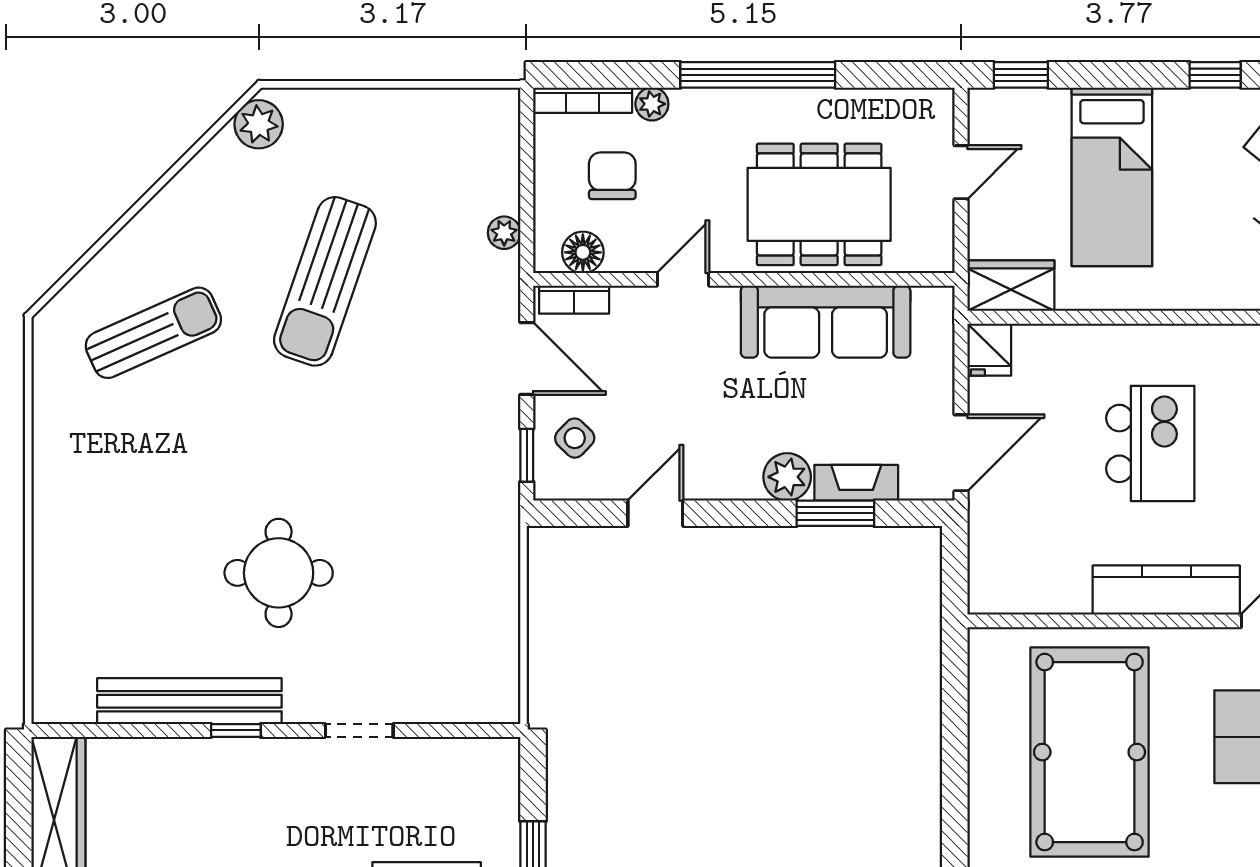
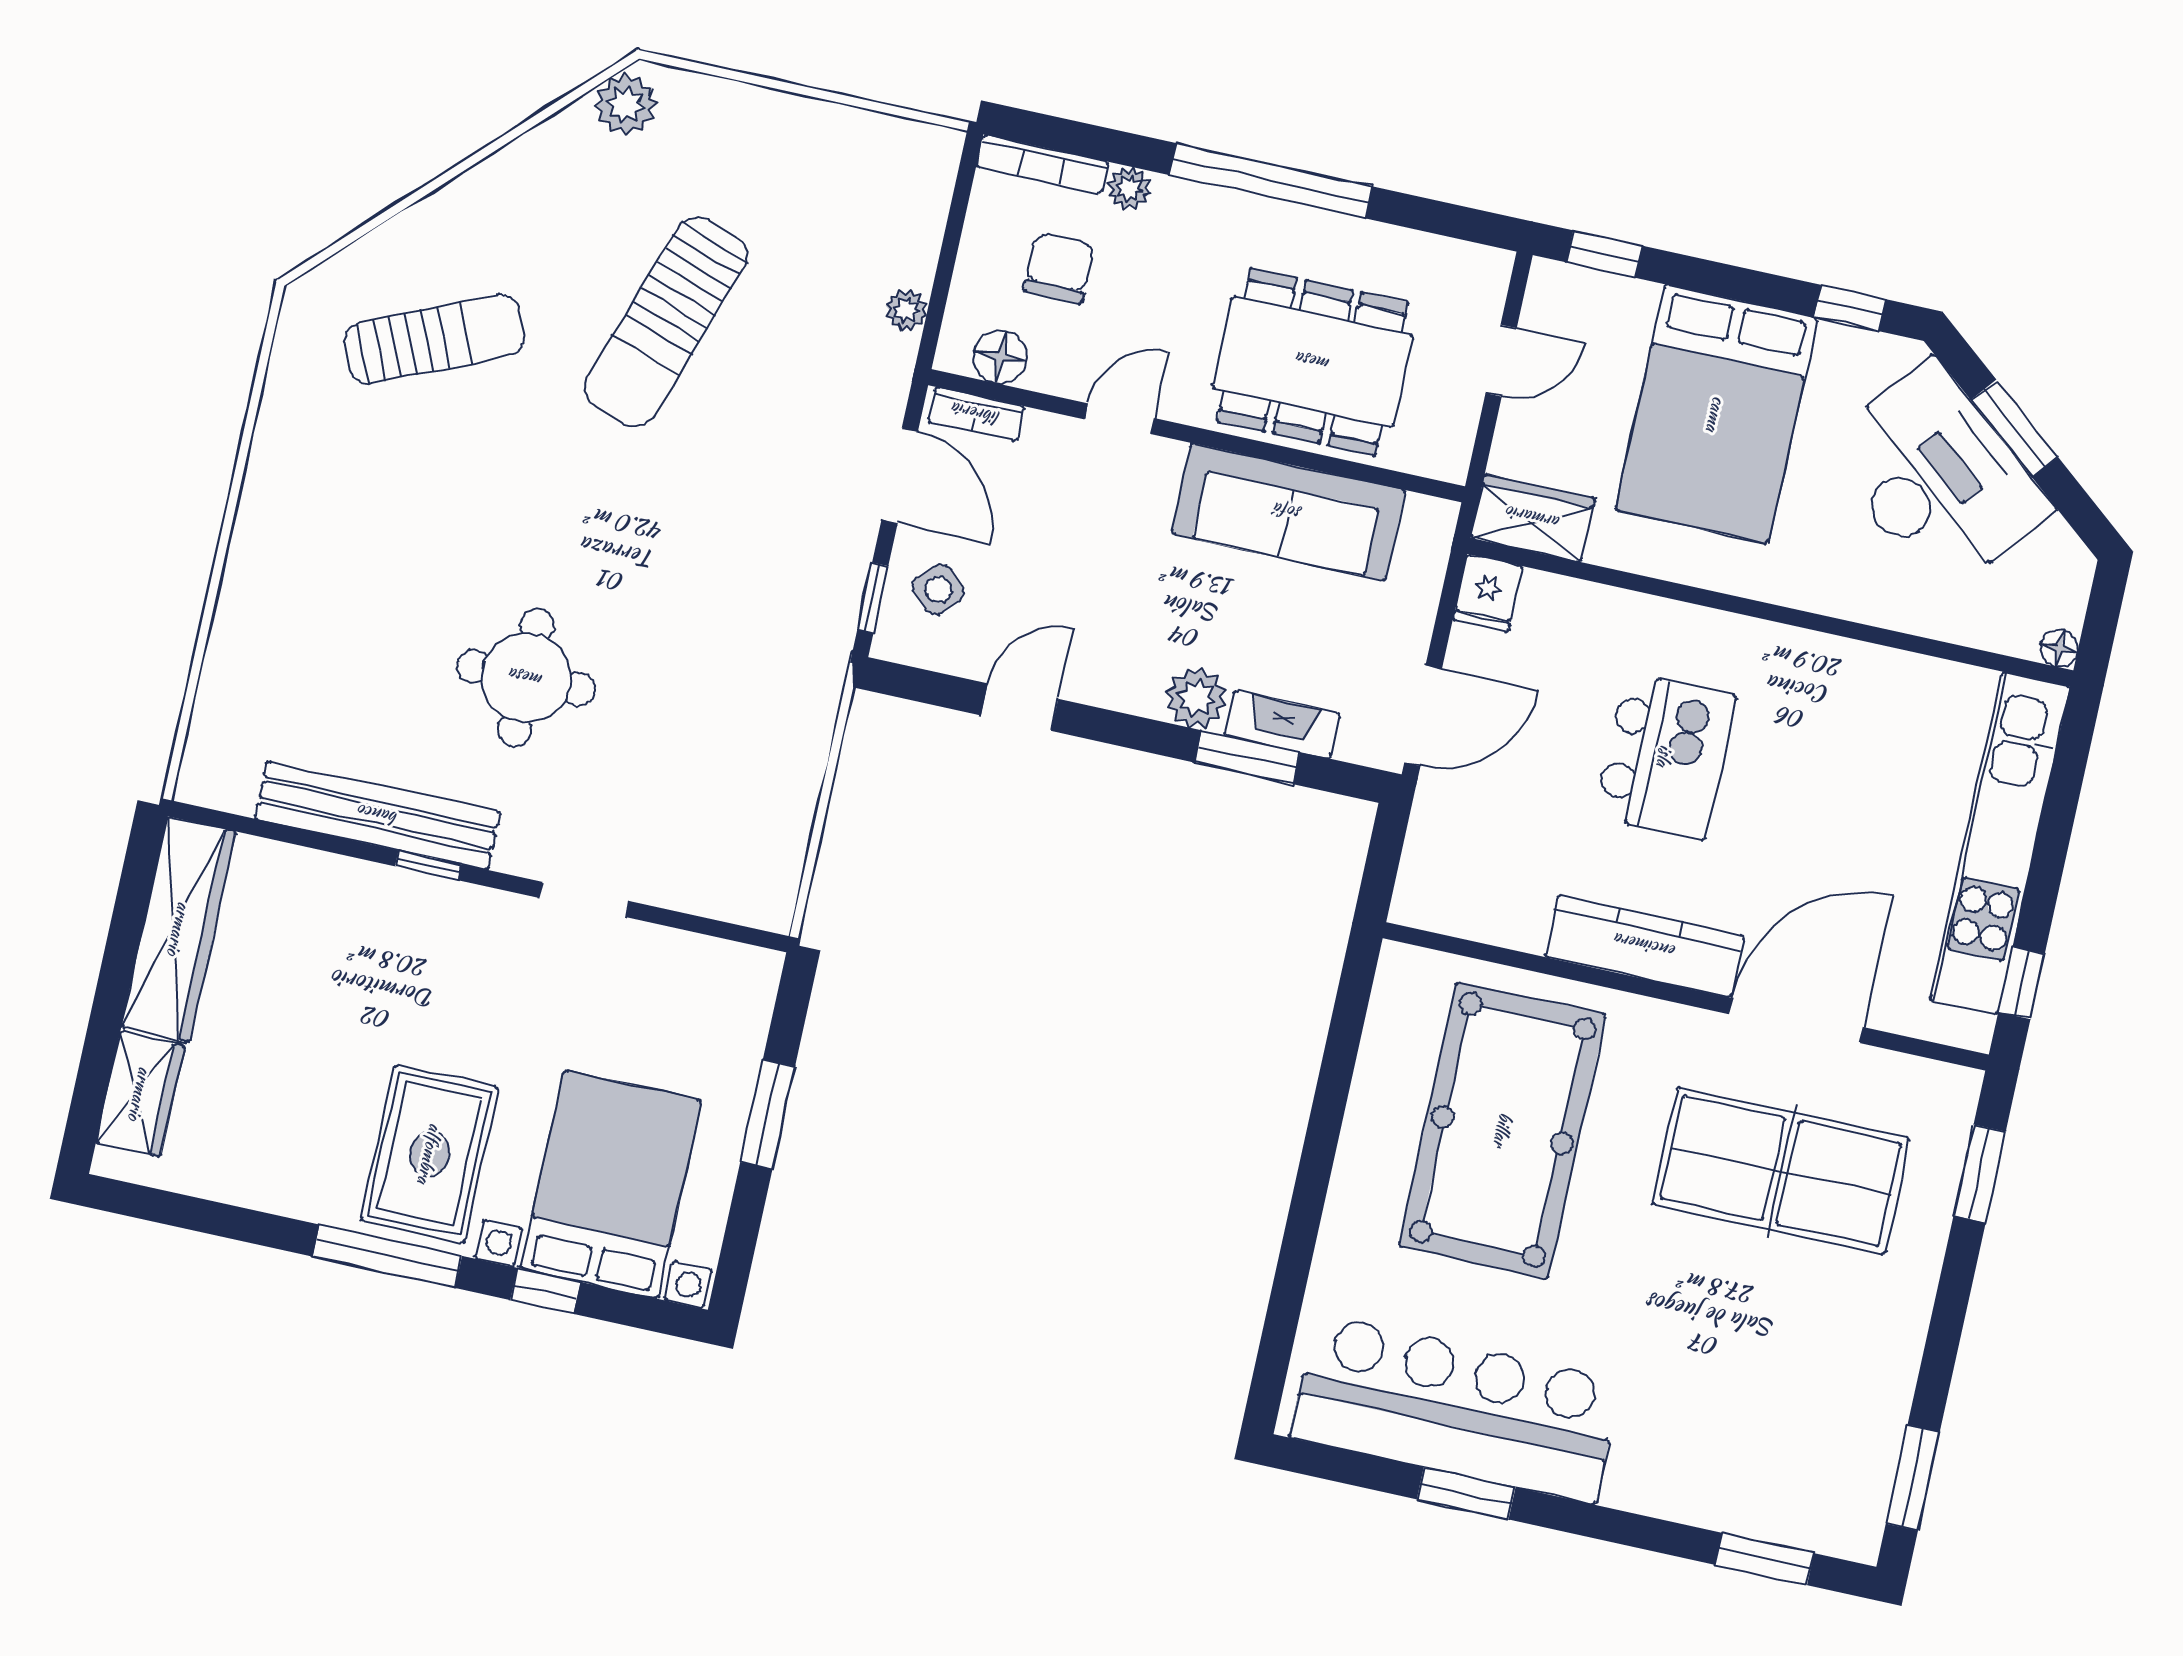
bed: (1112, 177) -> (1716, 414), width x1.50

